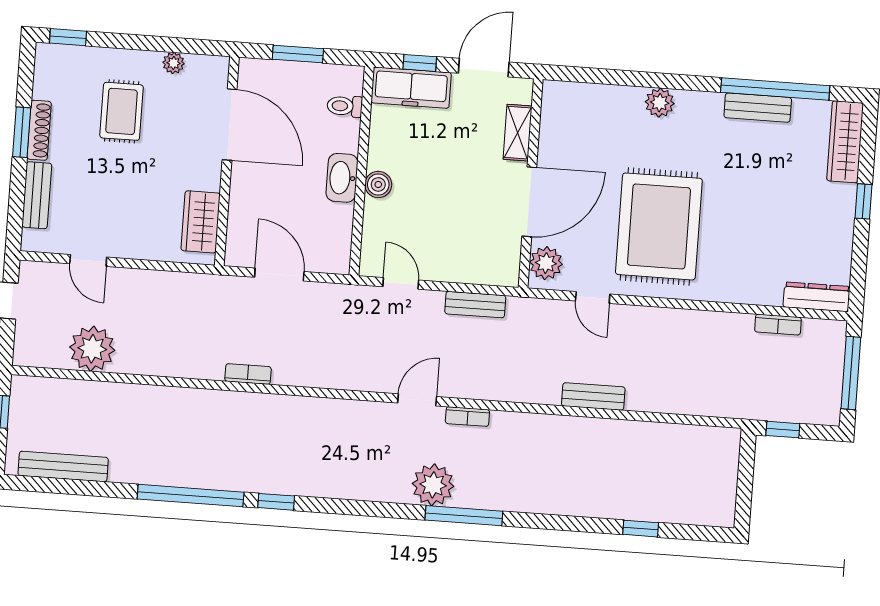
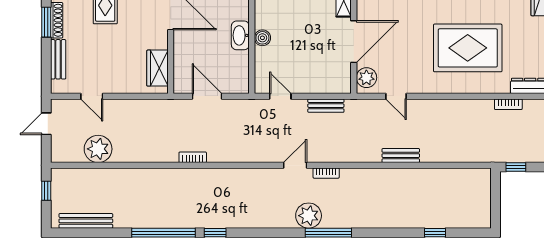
rug: (659, 226) -> (468, 48), moved, turned 90

